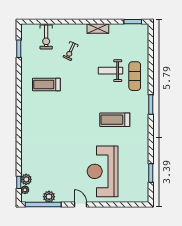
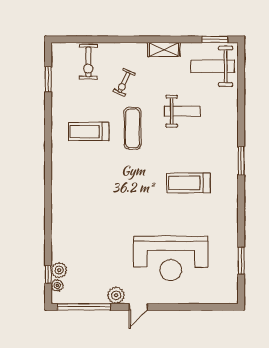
weight bench: (131, 40) -> (213, 66), added
weight bench: (110, 71) -> (182, 111), turned 180
exercise mat: (135, 76) -> (133, 128), moved
reception desk: (103, 171) -> (171, 258), turned -90
plant: (49, 197) -> (116, 295), moved
door: (80, 205) -> (138, 307), swing flipped

